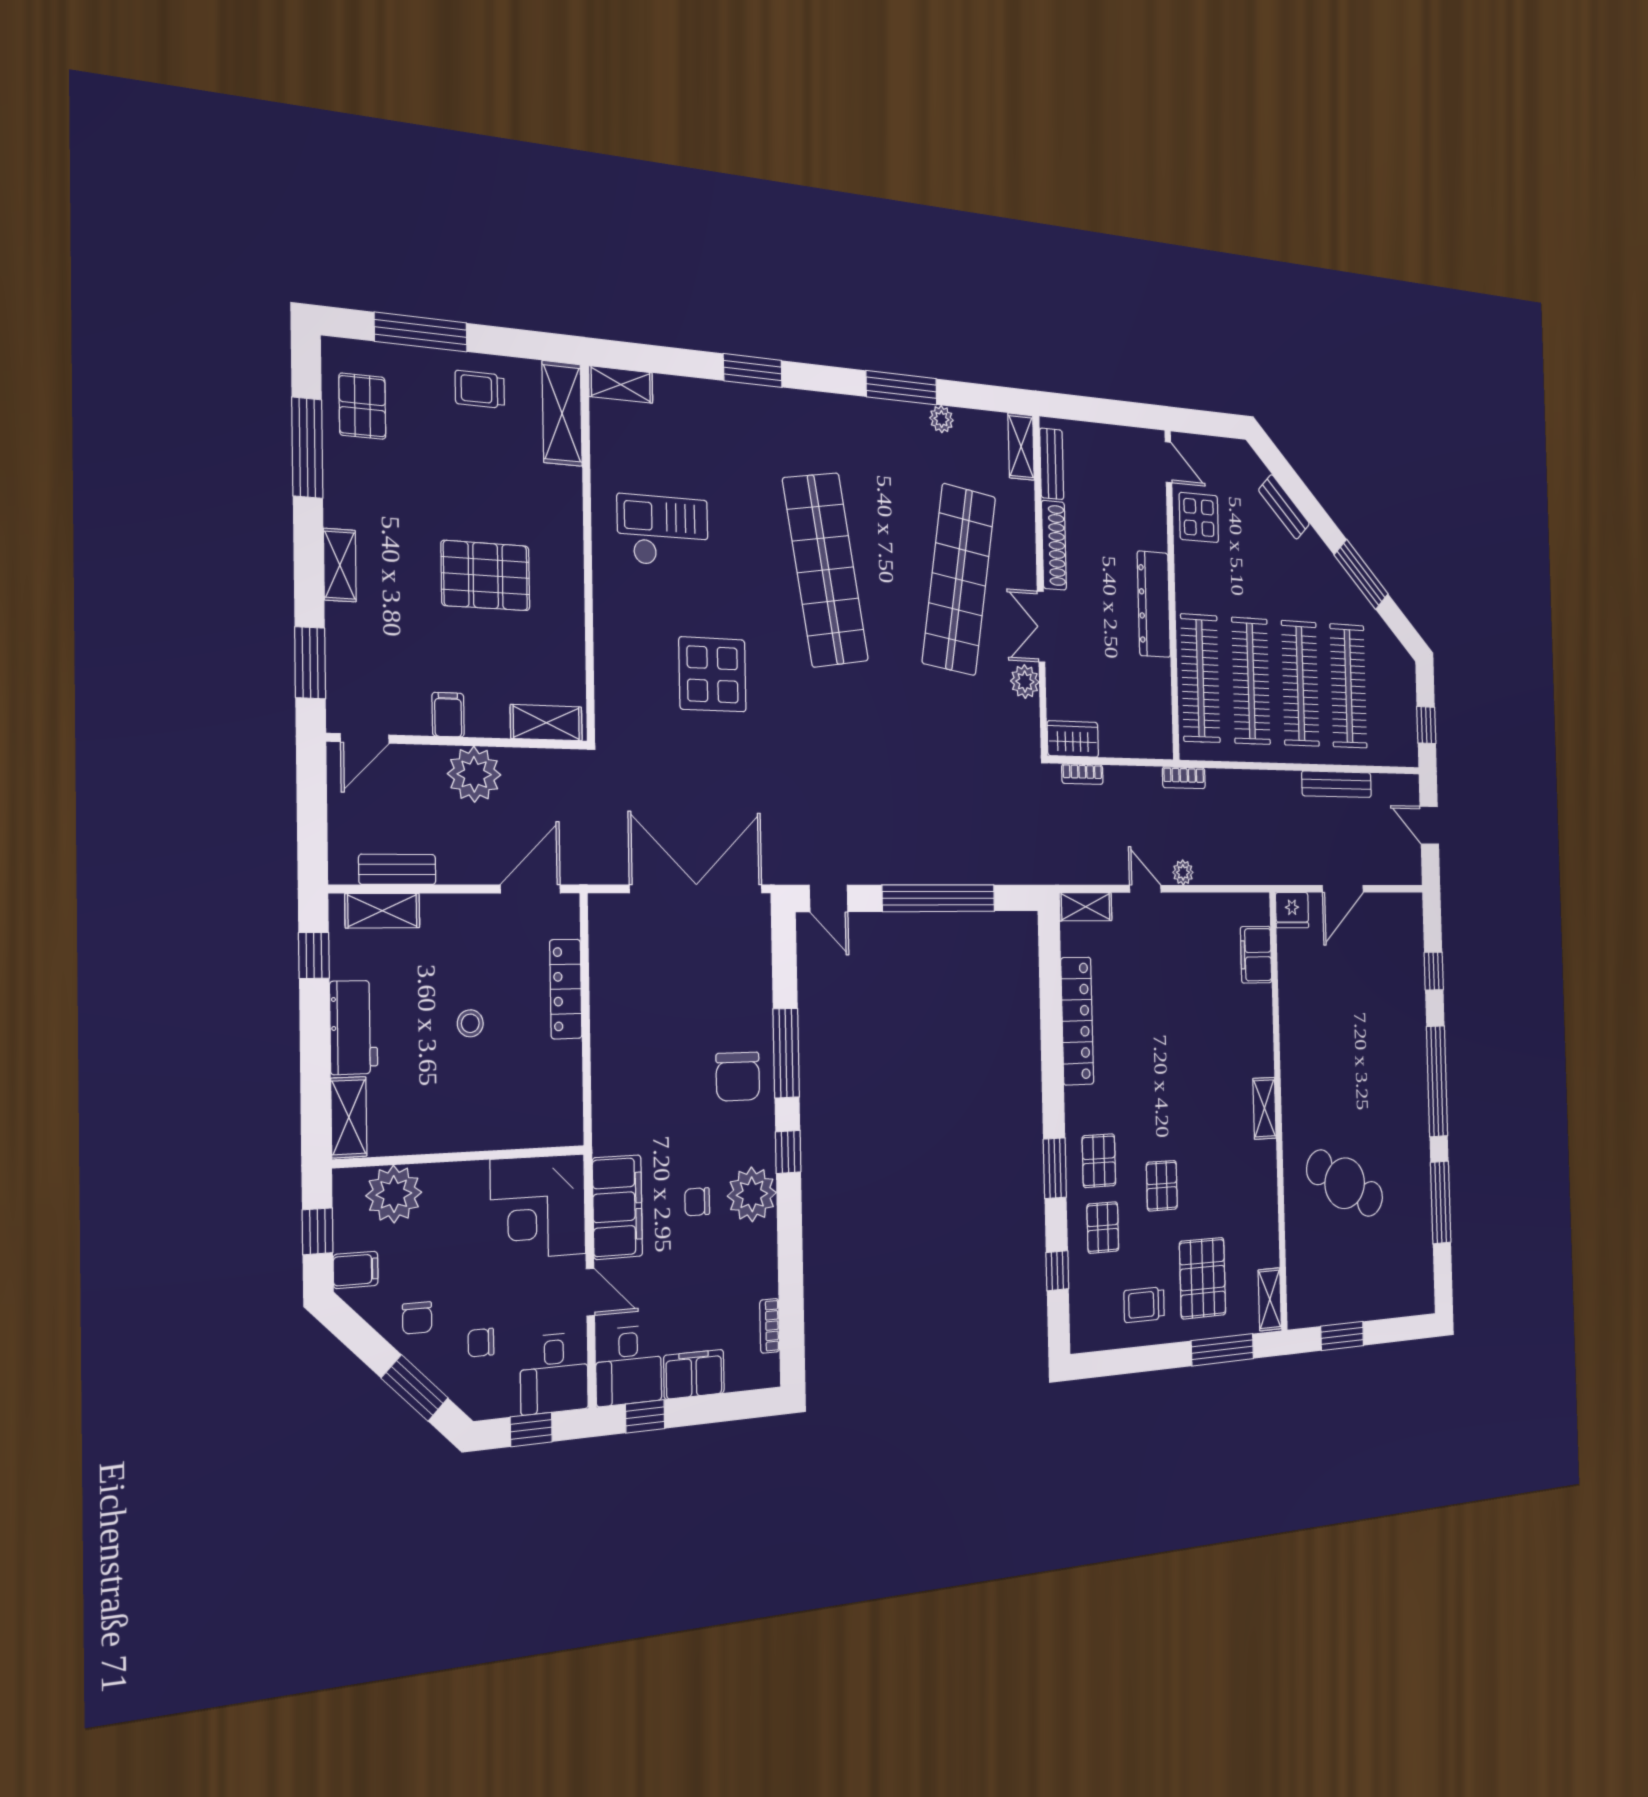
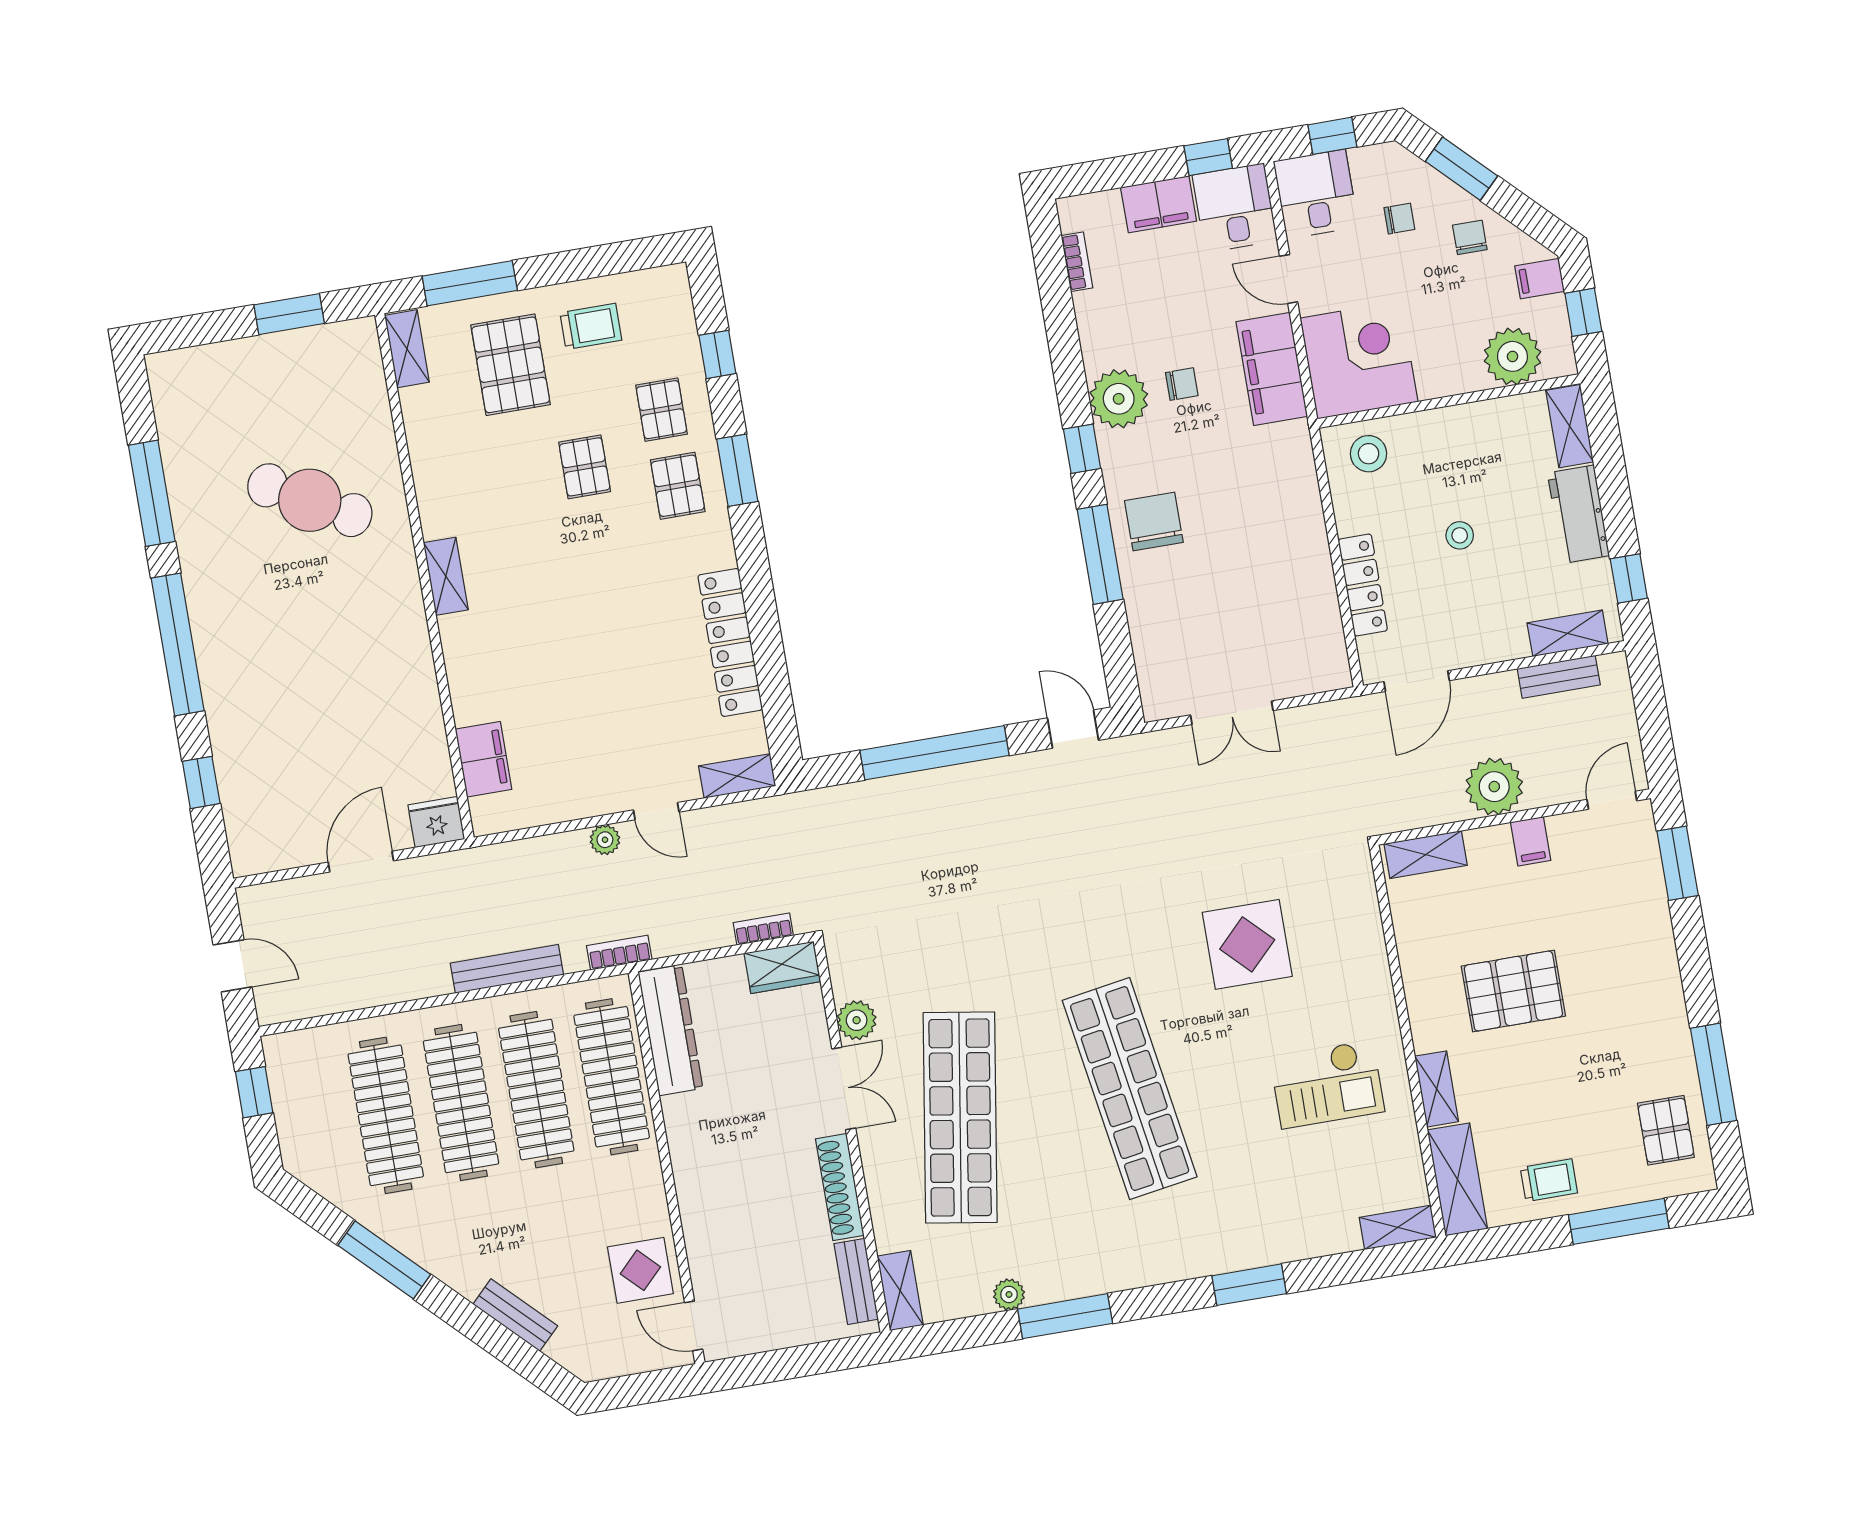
shelving: (340, 565) -> (1437, 1089), moved
dresser: (1154, 604) -> (670, 1030), moved
bench: (1337, 784) -> (507, 969), moved
double door: (696, 889) -> (1232, 713), width x0.54
stool: (543, 1115) -> (1369, 454), added

